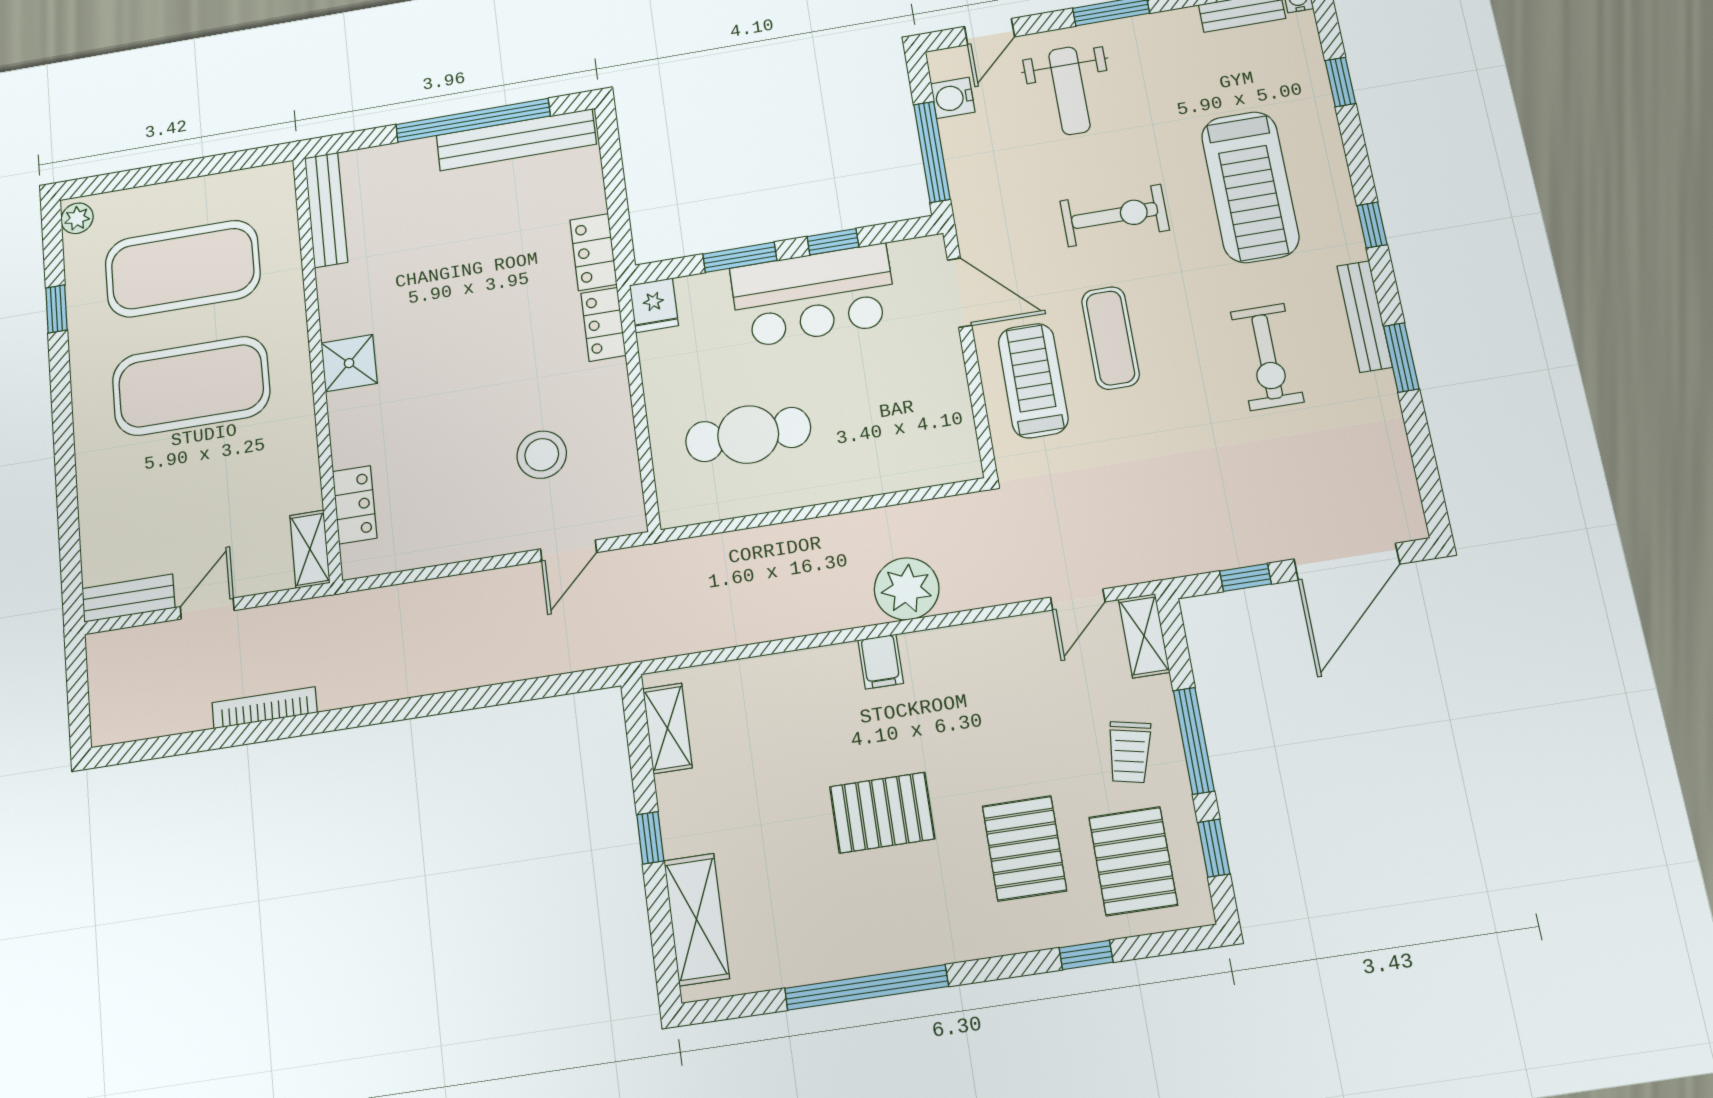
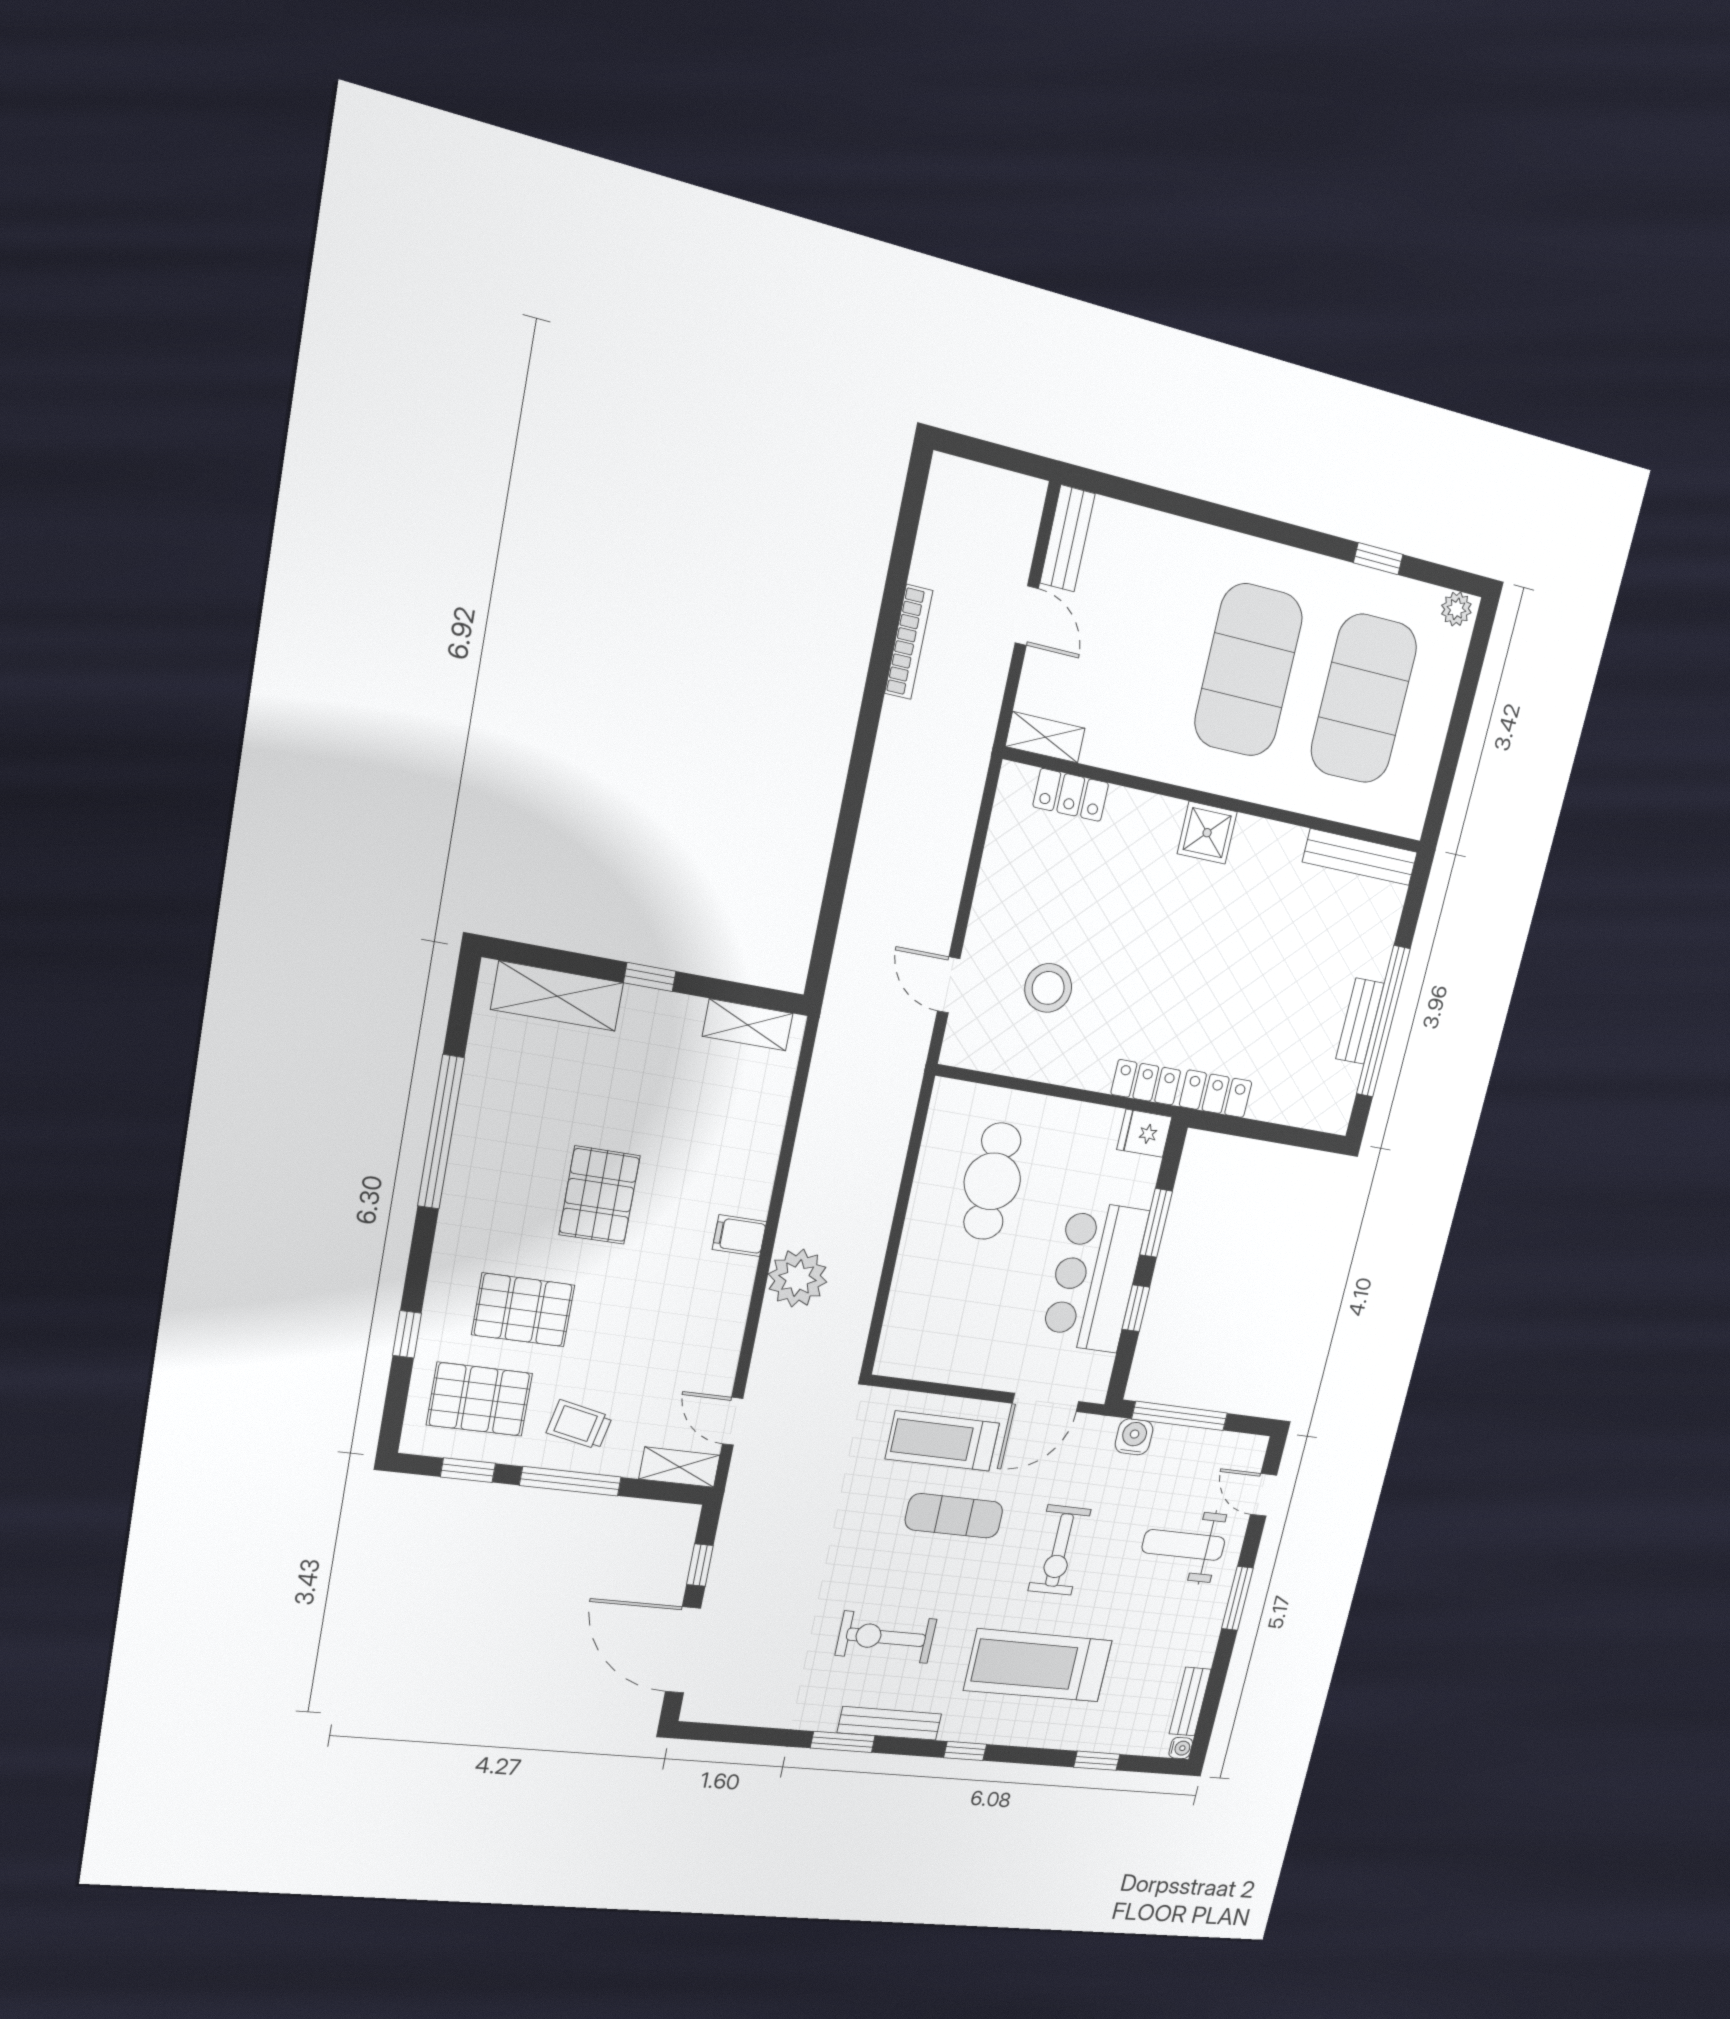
water cooler: (953, 98) -> (1134, 1437), moved
bench: (516, 140) -> (1360, 1021), width x0.54, depth x0.82
treadmill: (1033, 381) -> (942, 1441), turned 180

